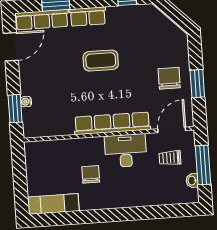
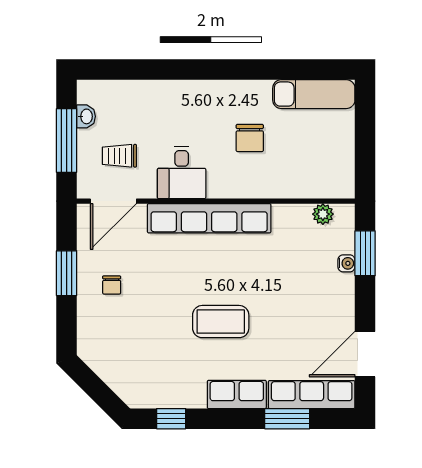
chair: (169, 78) -> (112, 285), width x0.54, depth x0.54
plant: (43, 131) -> (323, 214), added
desk: (126, 151) -> (182, 172), width x0.73
trolley: (170, 158) -> (119, 156), turned 180

